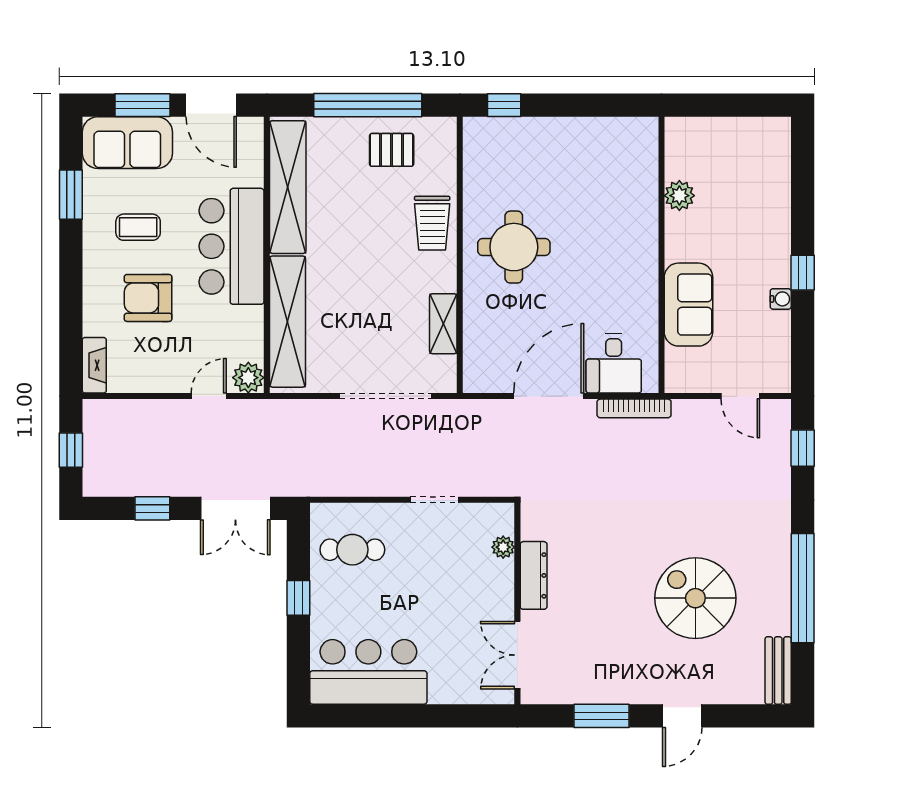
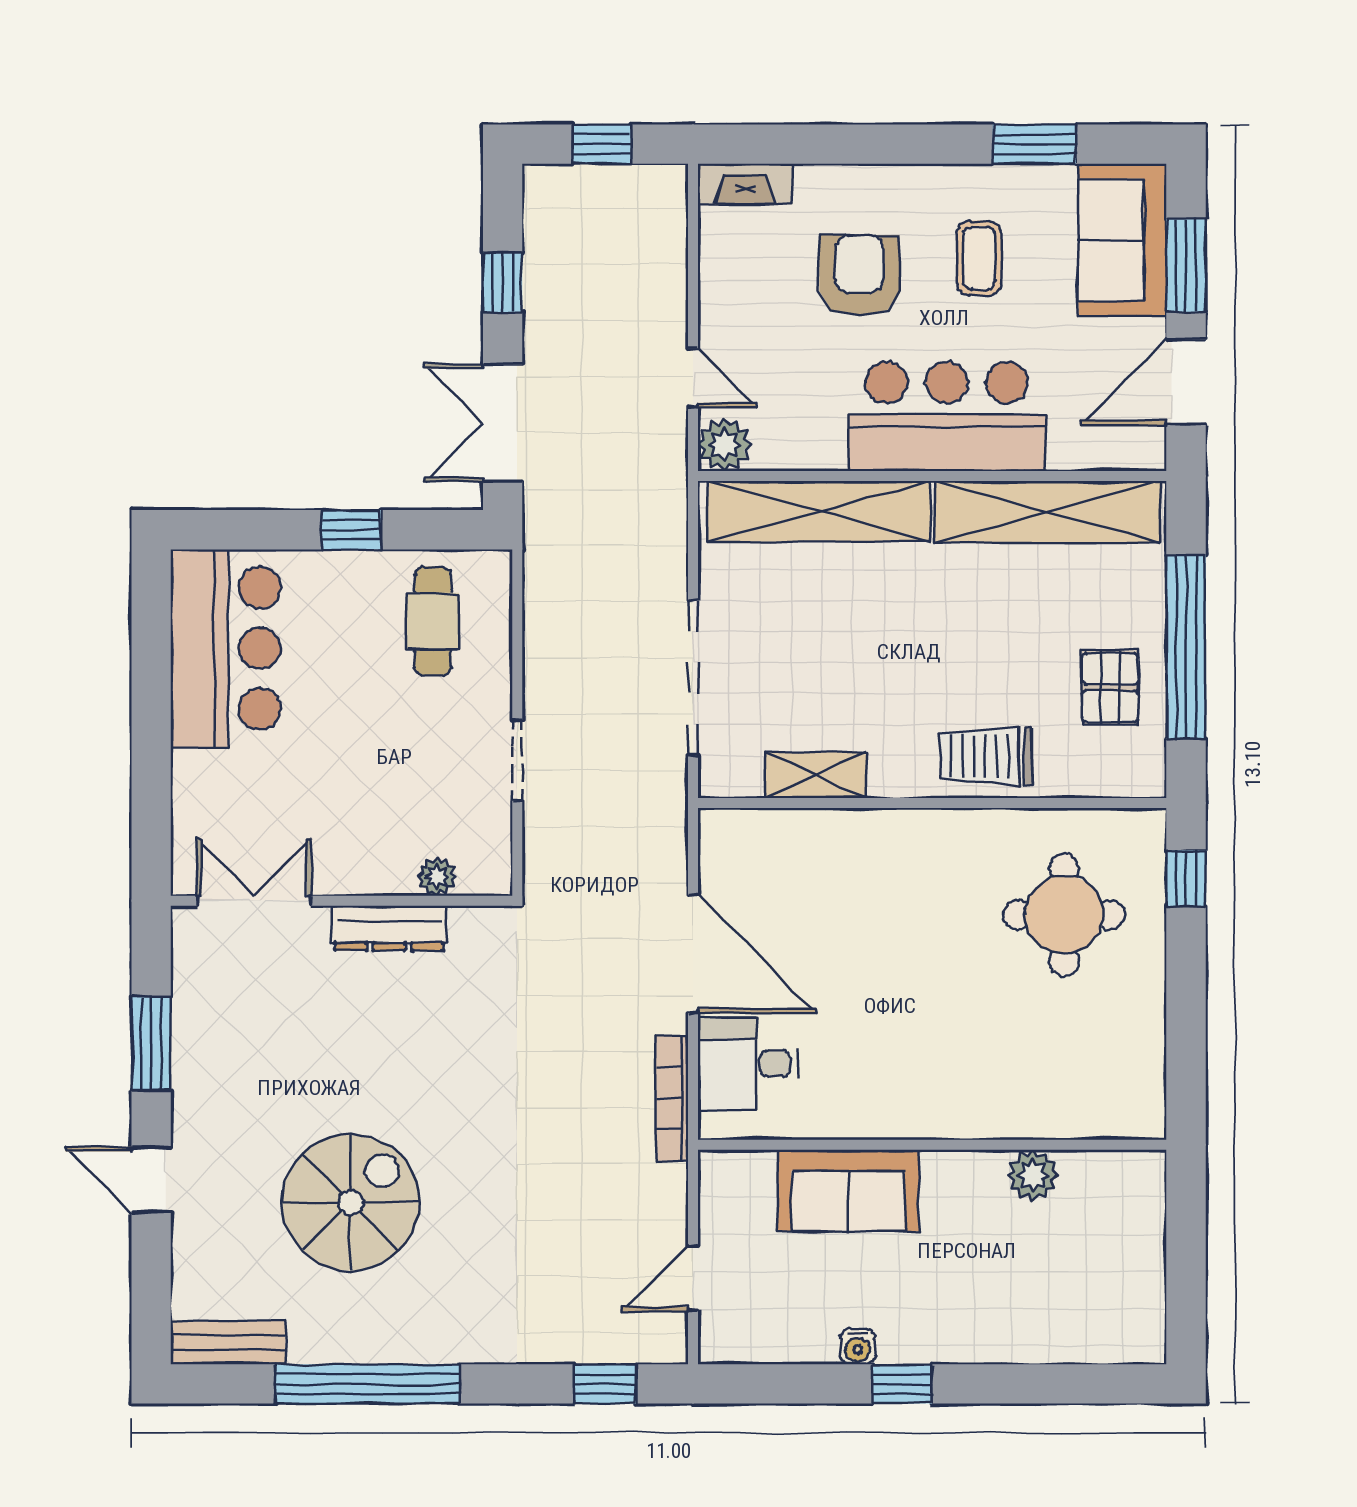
round table: (514, 247) -> (1064, 915), moved

